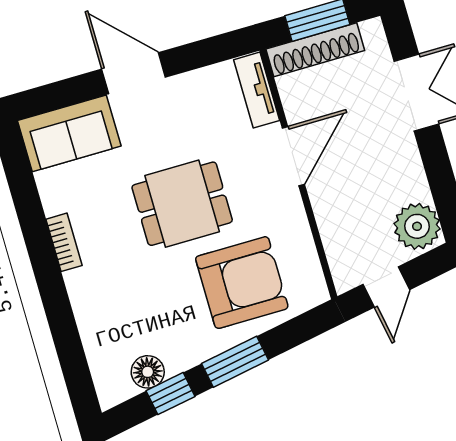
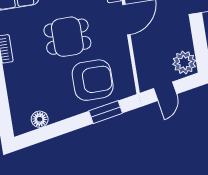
window: (235, 362) -> (106, 112), moved
window: (171, 394) -> (50, 132), removed

